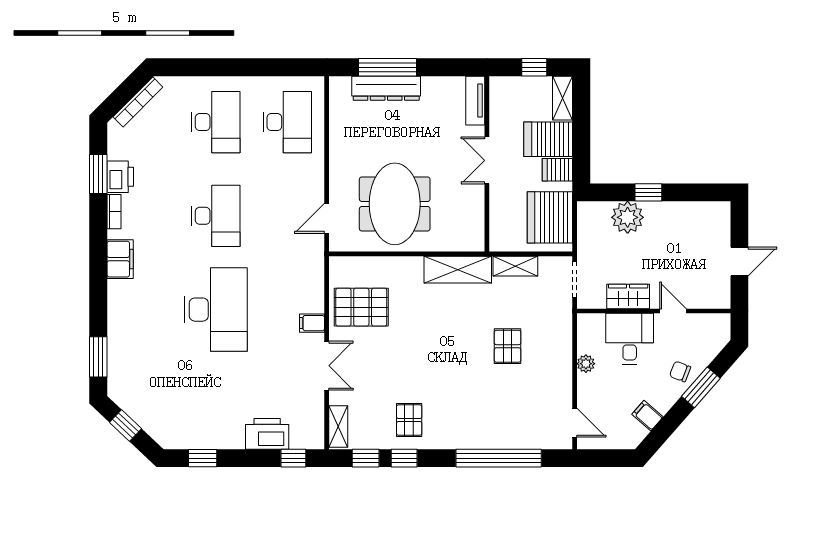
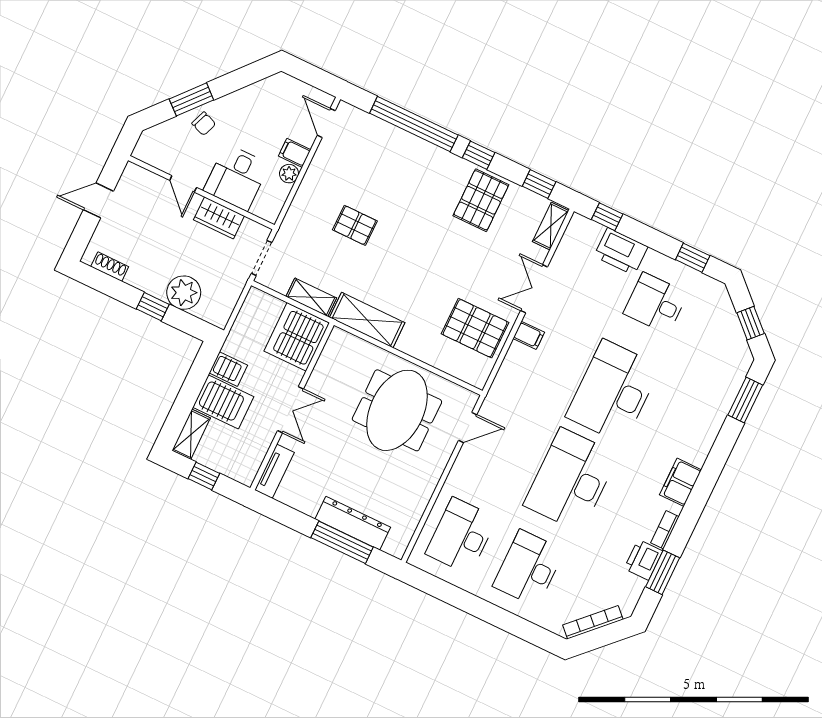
shoe rack: (702, 209) -> (110, 267), added
desk: (216, 216) -> (571, 480), width x1.36, depth x1.30
server rack: (550, 217) -> (297, 337), moved, turned 180
pallet: (508, 346) -> (355, 225), turned 90
desk: (216, 403) -> (656, 303), added
filing cabinet: (647, 416) -> (295, 153), moved, turned 139
pallet: (409, 420) -> (481, 200), width x1.50, depth x1.42
window: (404, 458) -> (479, 155), moved

